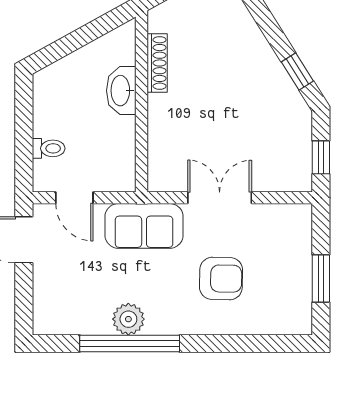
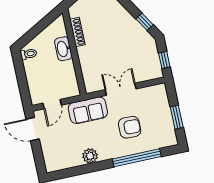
toilet: (49, 148) -> (29, 54), moved
door: (74, 198) -> (52, 104), hinge flipped
window: (130, 343) -> (137, 158), moved

